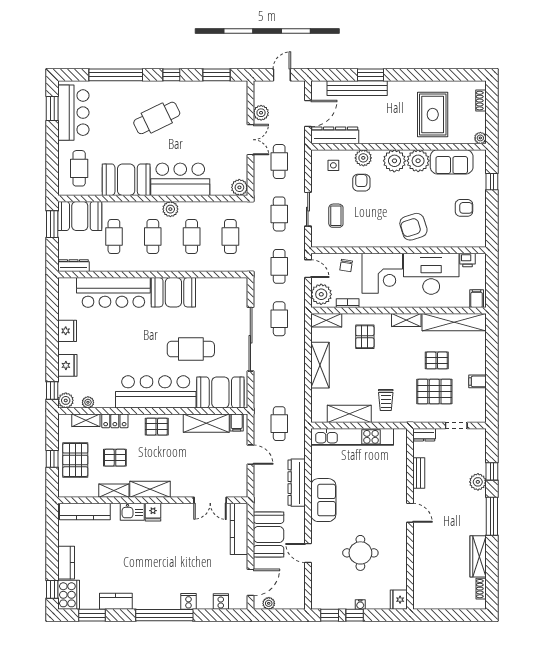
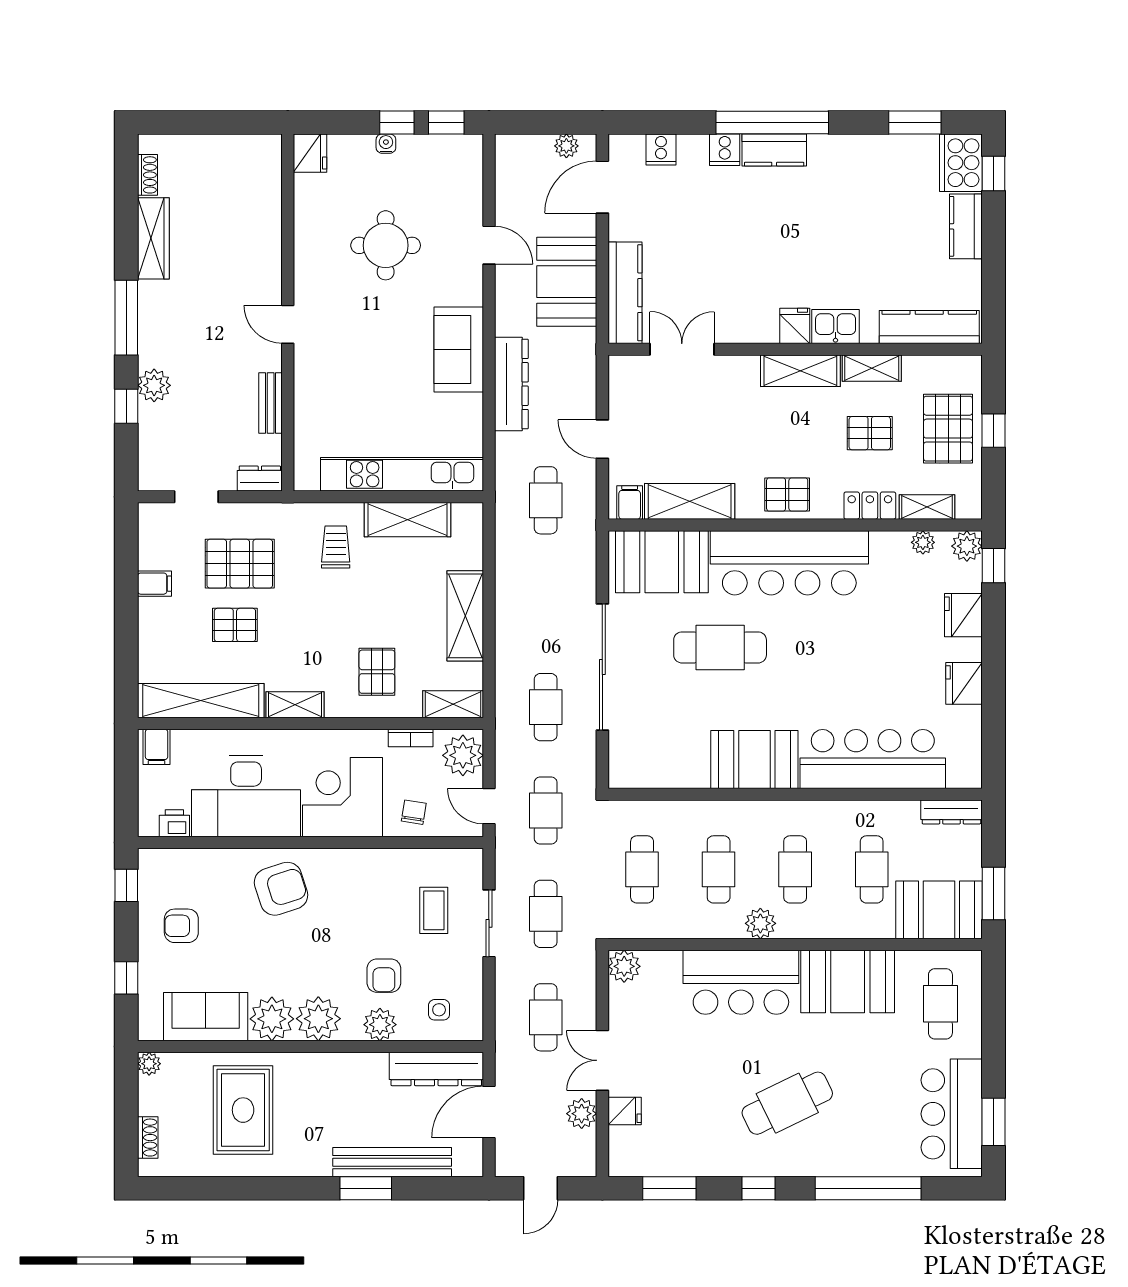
fridge: (239, 114) -> (625, 1111), added
window: (492, 228) -> (126, 885), added
kitchen counter: (116, 601) -> (774, 150), moved

